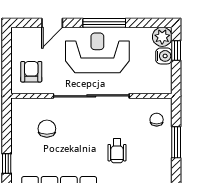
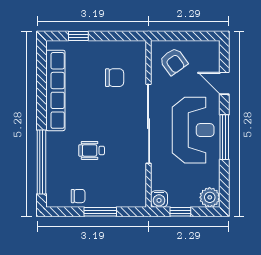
window: (176, 50) -> (180, 212), moved
water cooler: (164, 56) -> (159, 199), moved
armchair: (31, 72) -> (174, 61), turned 54
chair: (157, 120) -> (78, 196), moved

